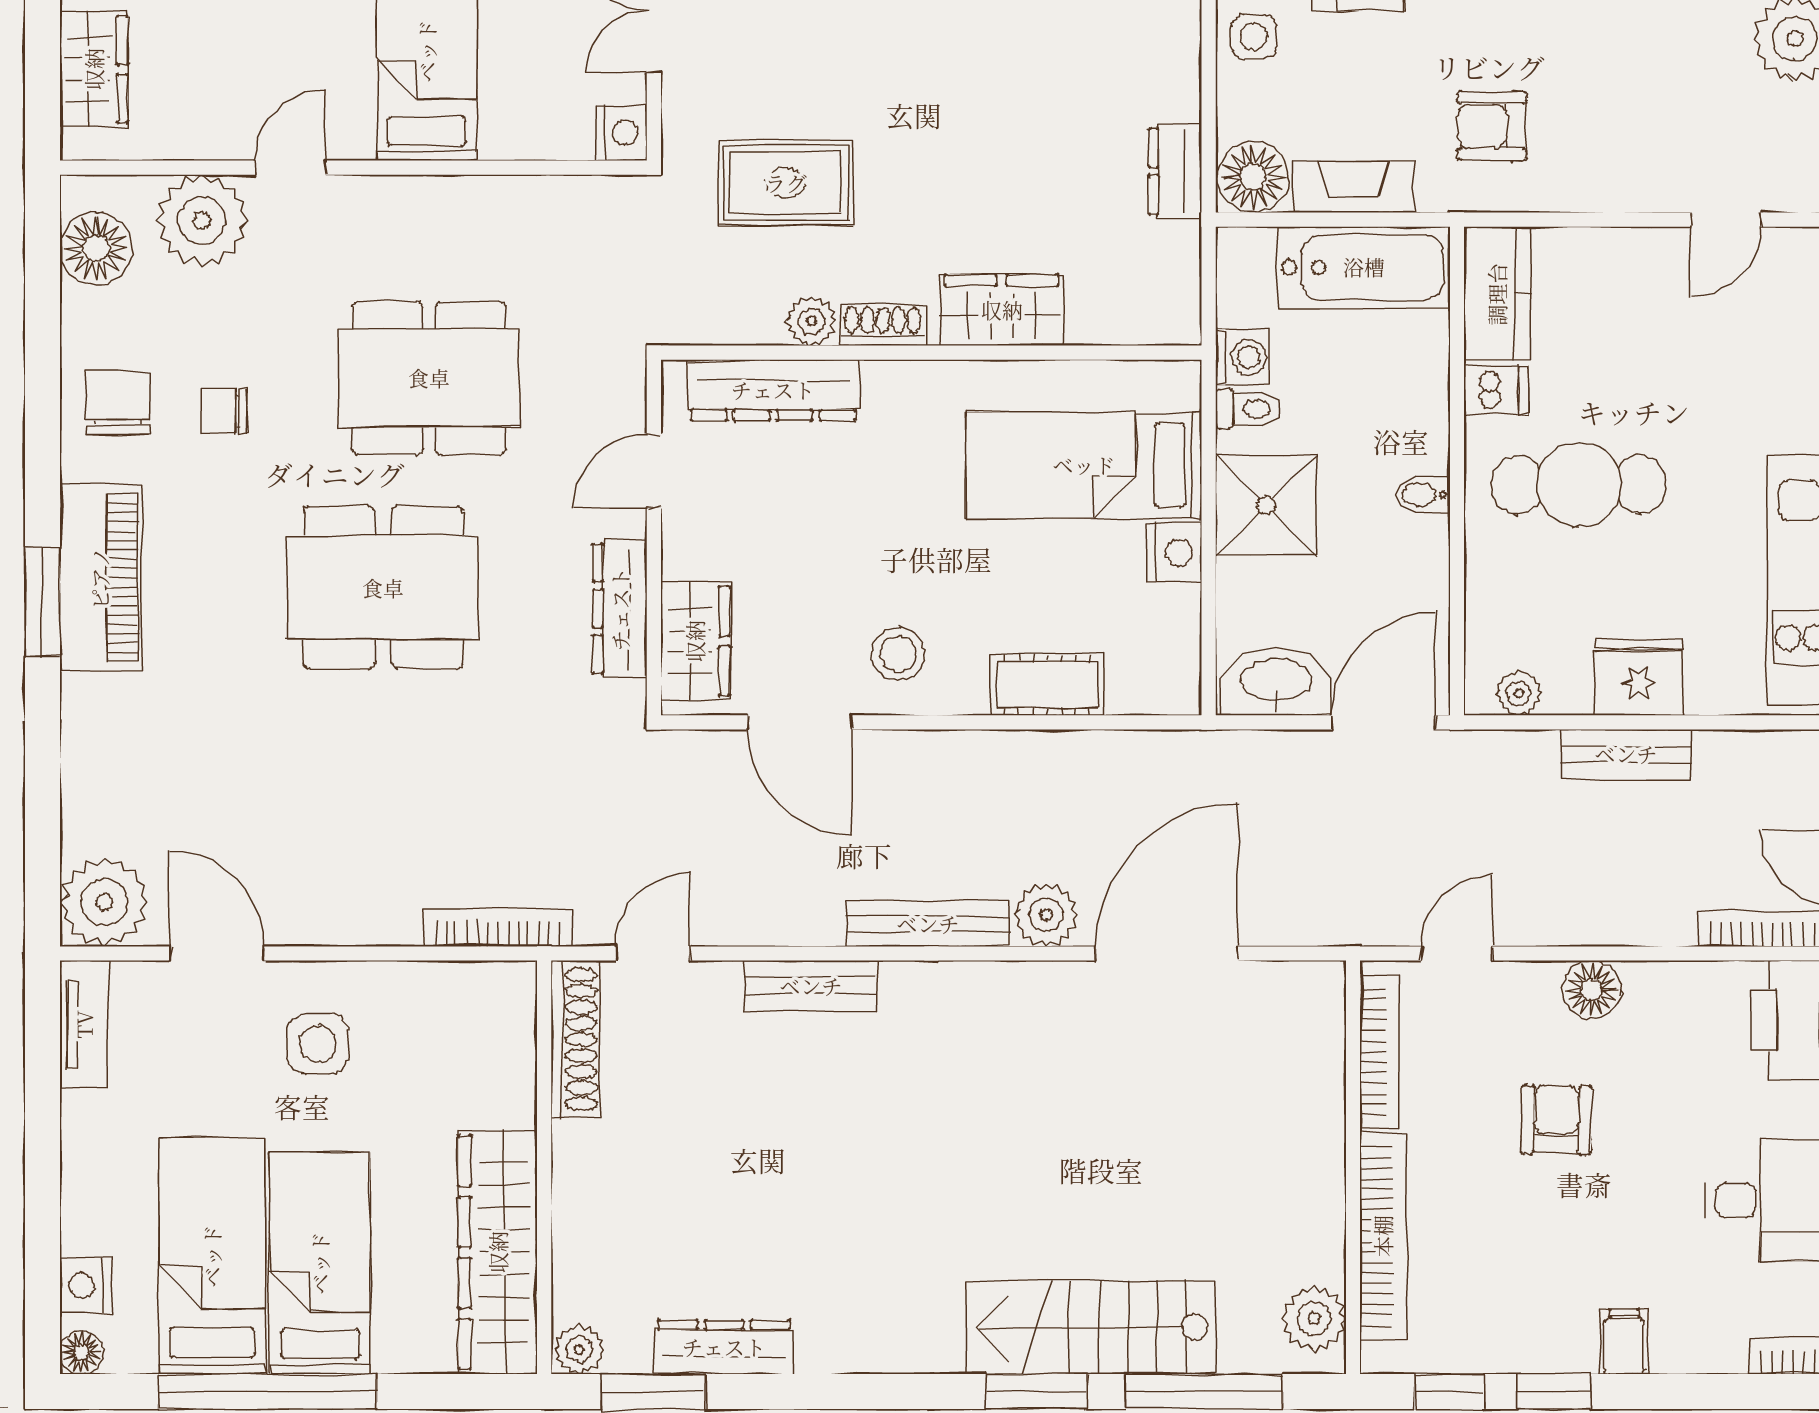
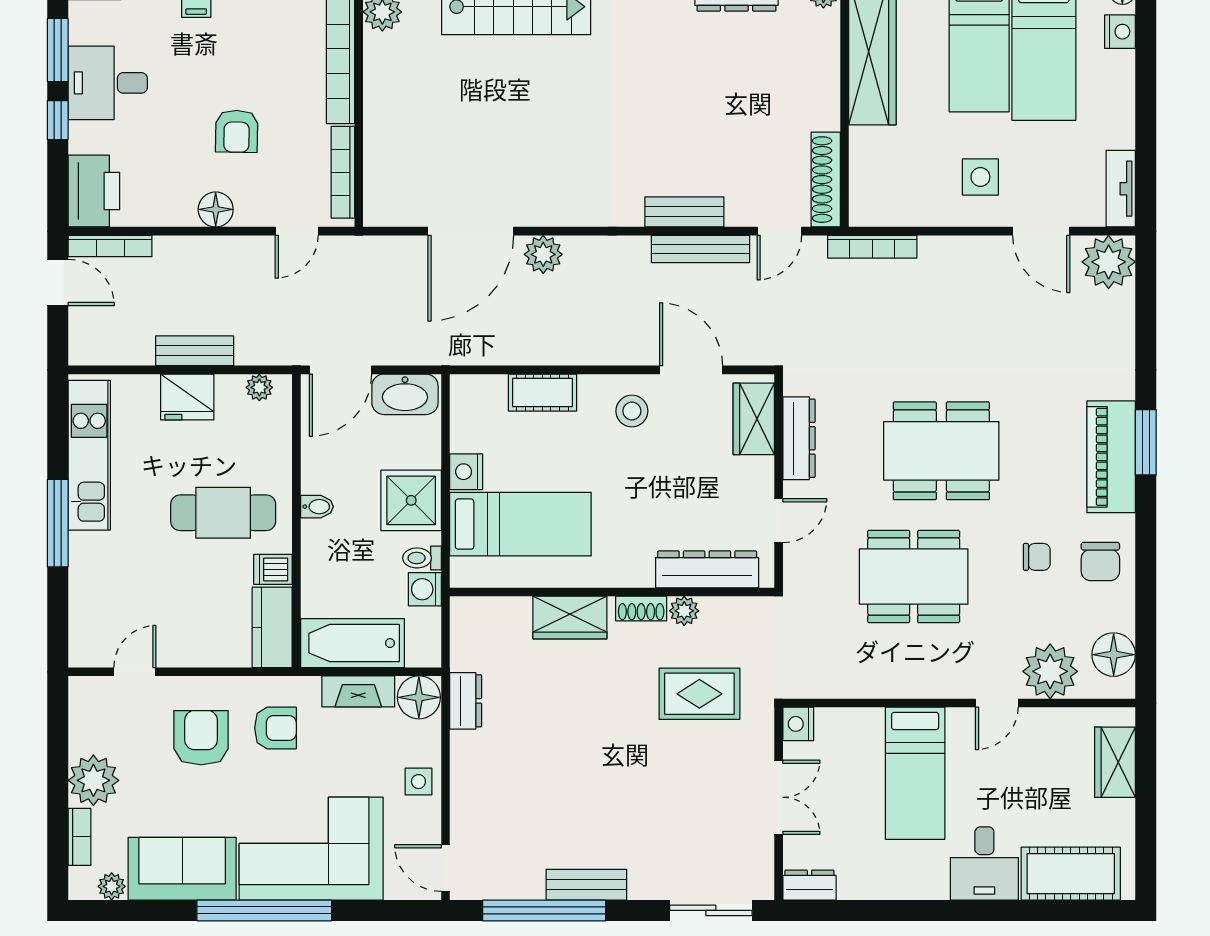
armchair: (1616, 110) -> (201, 738), added
bench: (928, 924) -> (701, 249), moved

